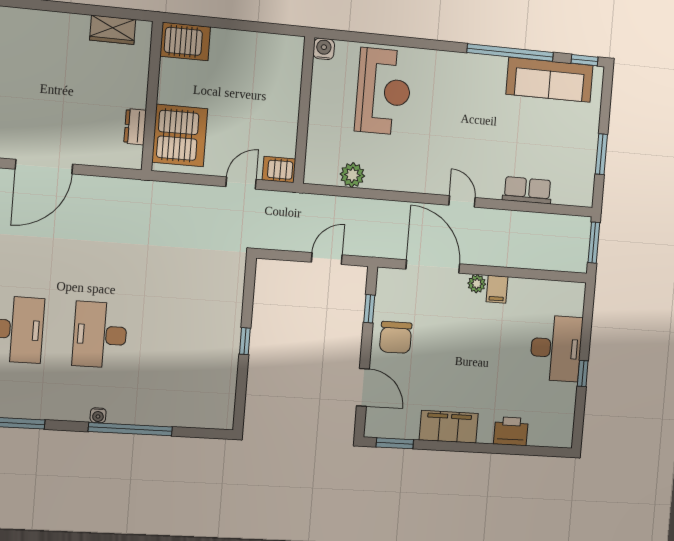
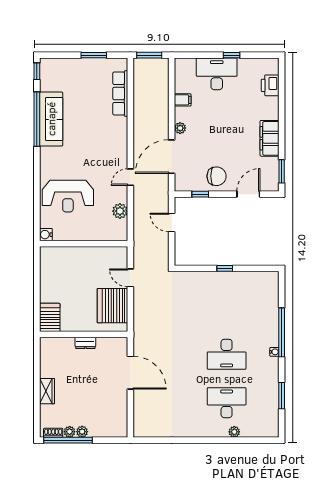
wardrobe: (113, 30) -> (47, 391), moved
sofa: (550, 80) -> (51, 119), moved
reception desk: (383, 91) -> (68, 196), turned 180
dresser: (135, 127) -> (85, 343), moved
server rack: (180, 136) -> (112, 306), moved, turned -90
door: (44, 167) -> (130, 373), moved
server rack: (279, 170) -> (120, 256), removed
row of seats: (527, 190) -> (120, 94), width x1.48
door: (462, 201) -> (130, 177), moved
filing cabinet: (497, 289) -> (183, 100), moved
printer: (511, 431) -> (270, 85), moved

